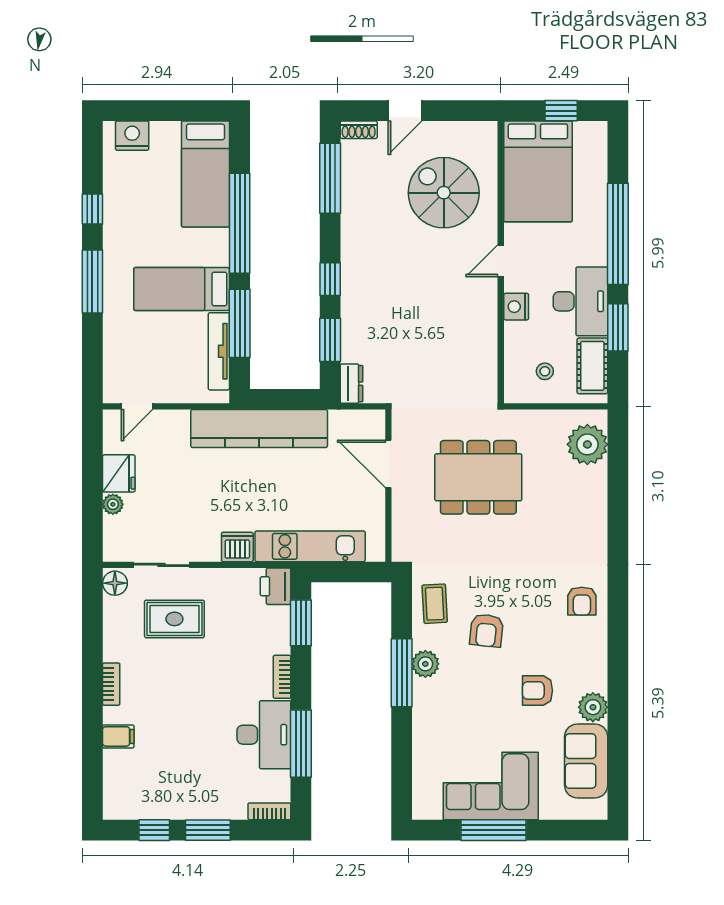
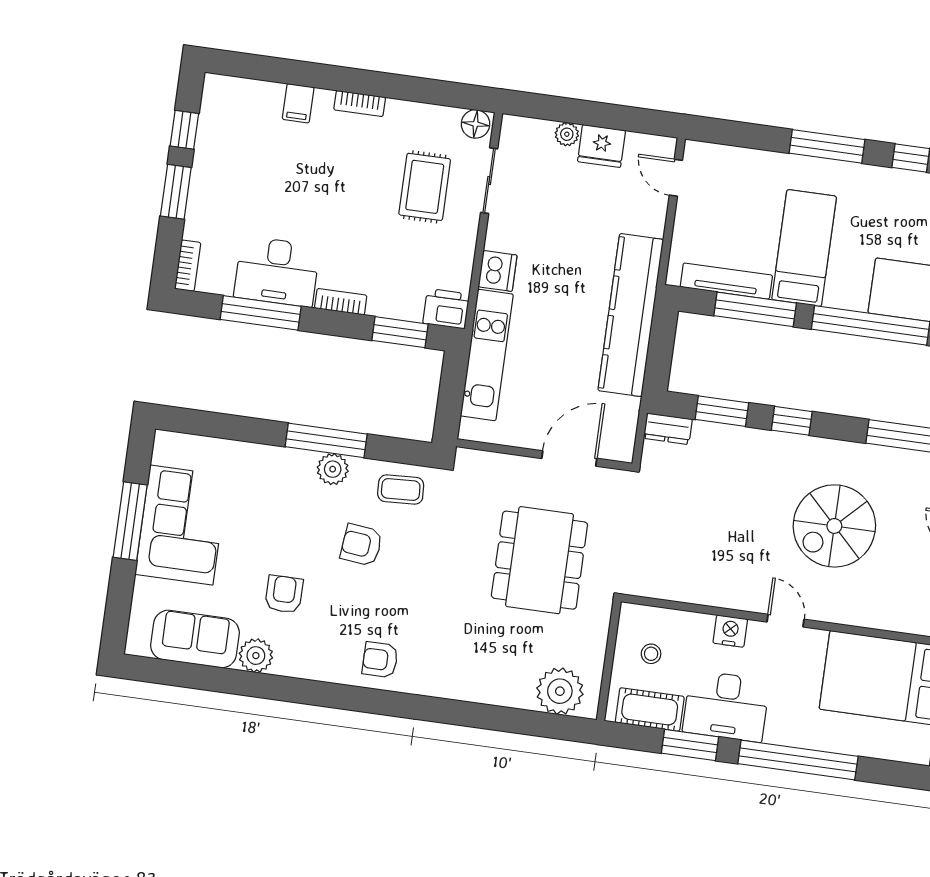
spiral stairs: (444, 193) -> (834, 526), moved, turned 180

